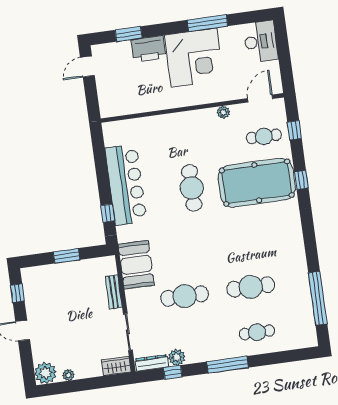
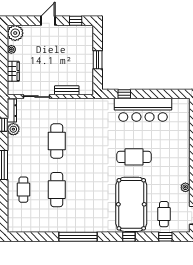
booth: (136, 265) -> (84, 109), removed
window: (318, 298) -> (78, 237), moved
wardrobe: (116, 366) -> (13, 71), moved

